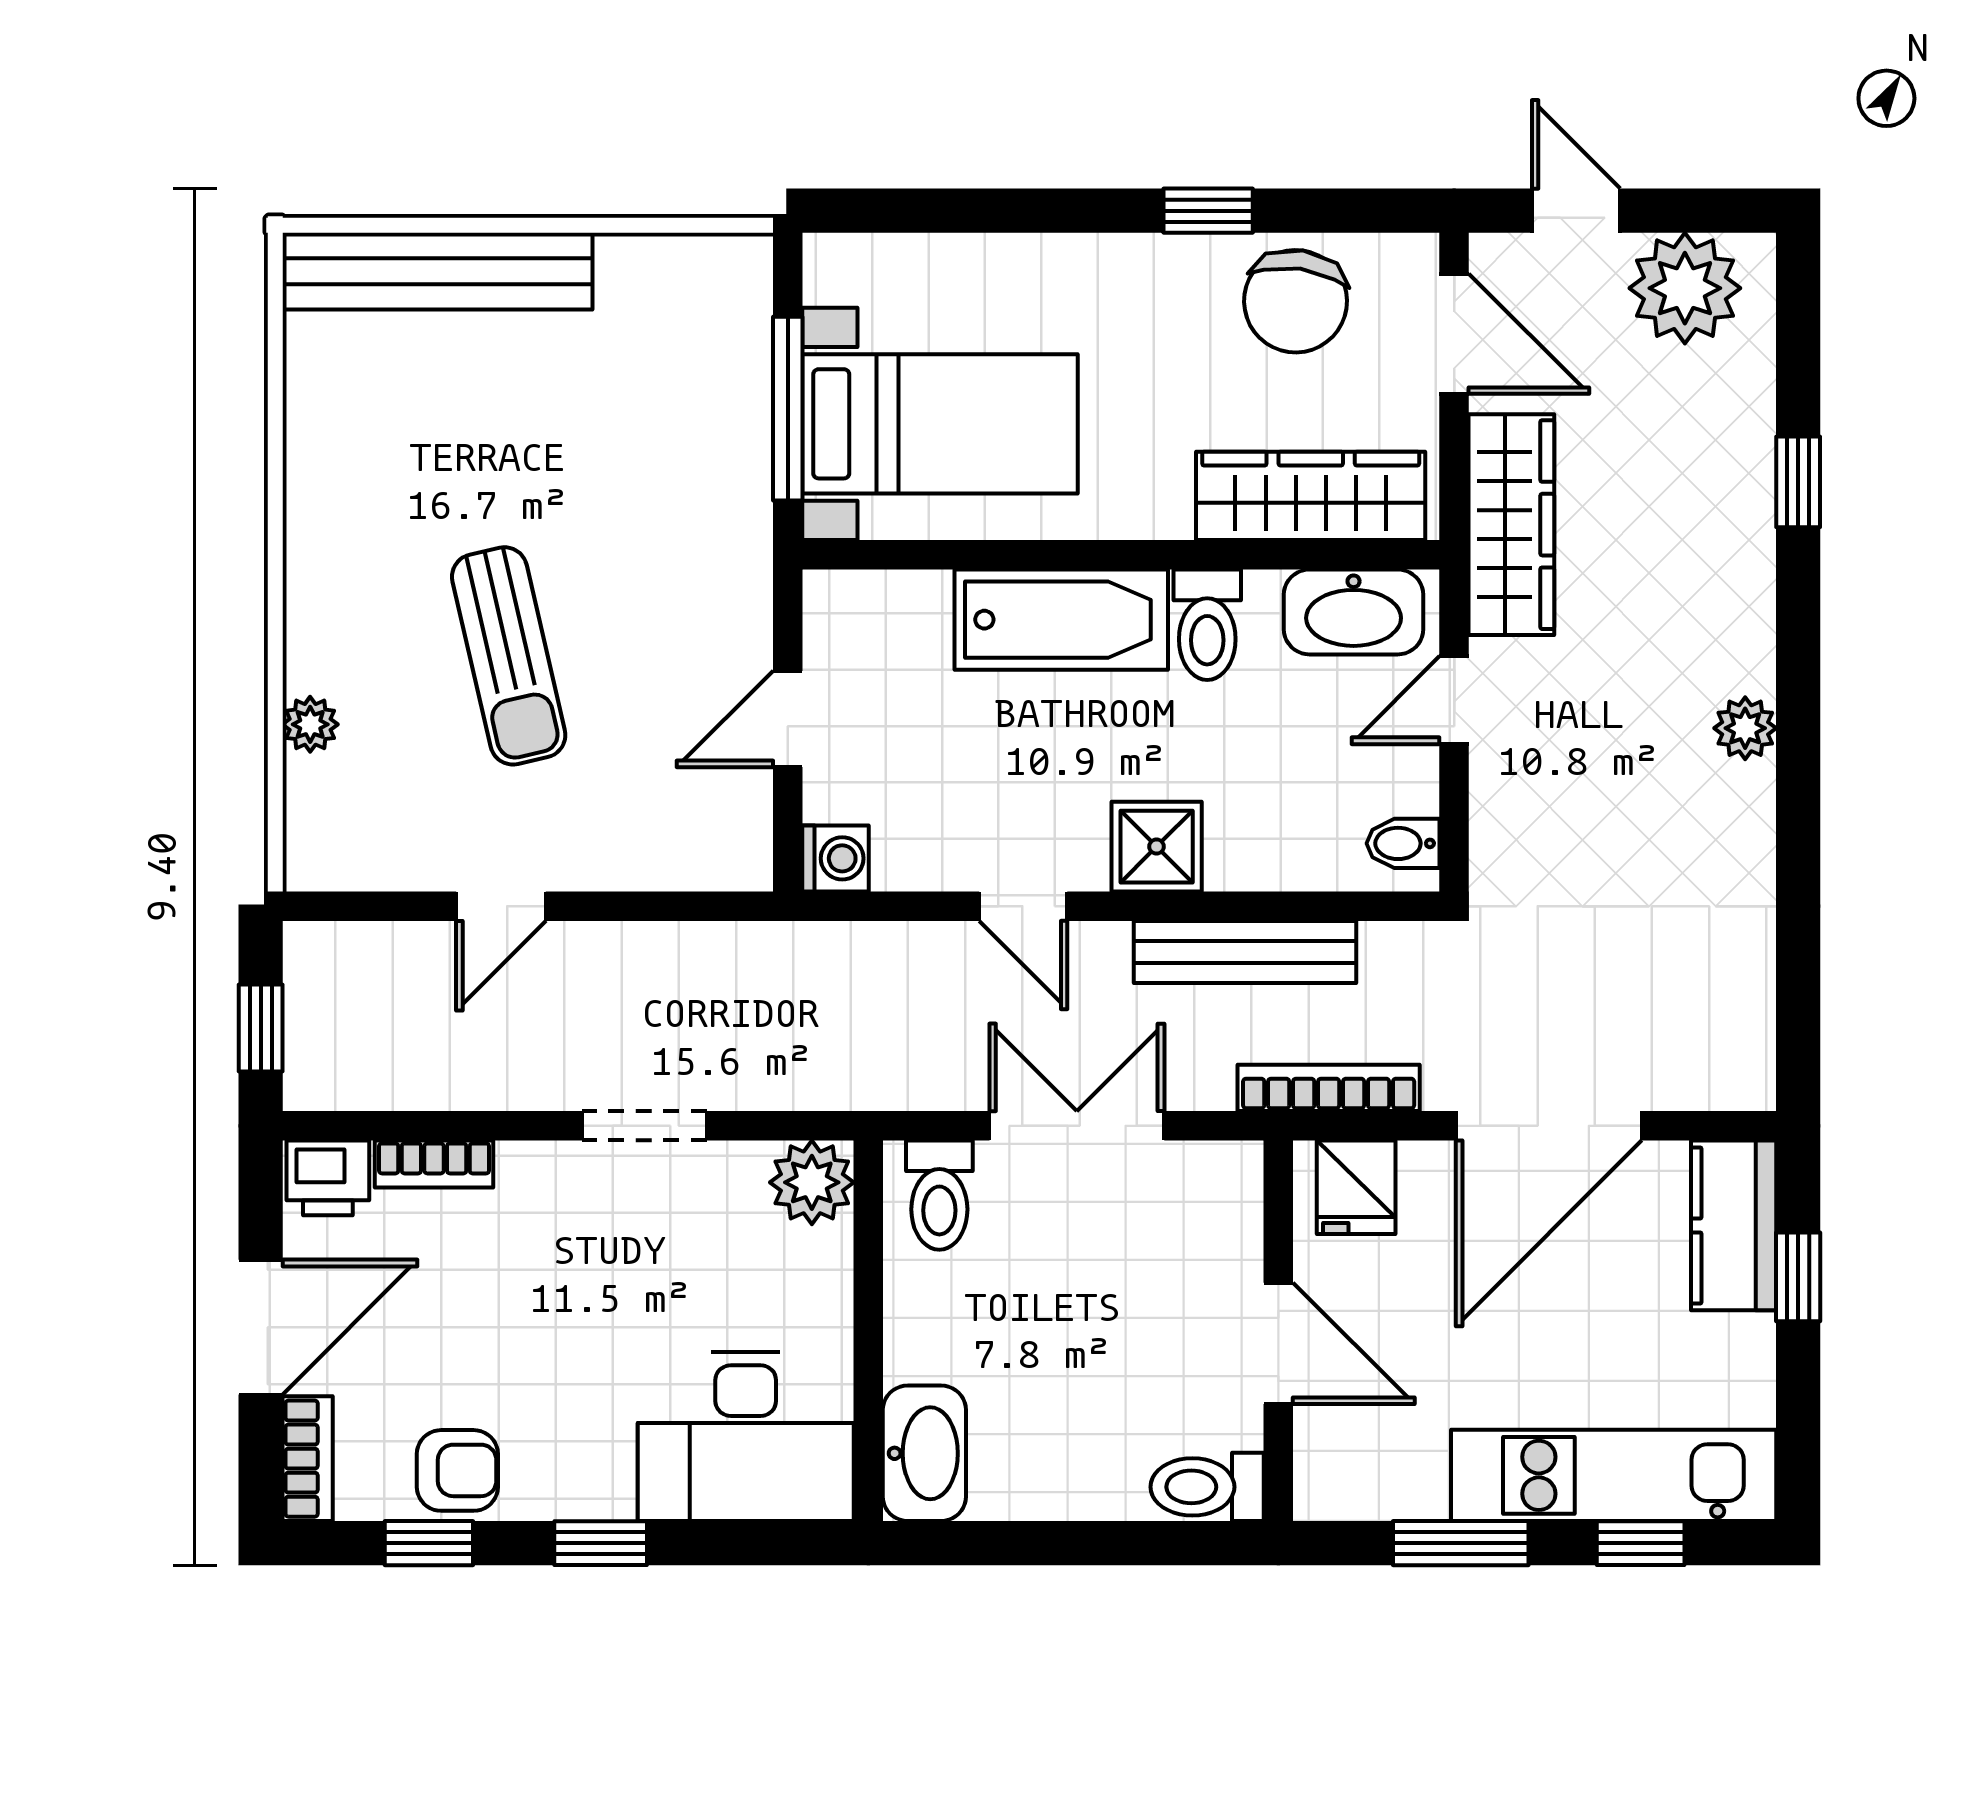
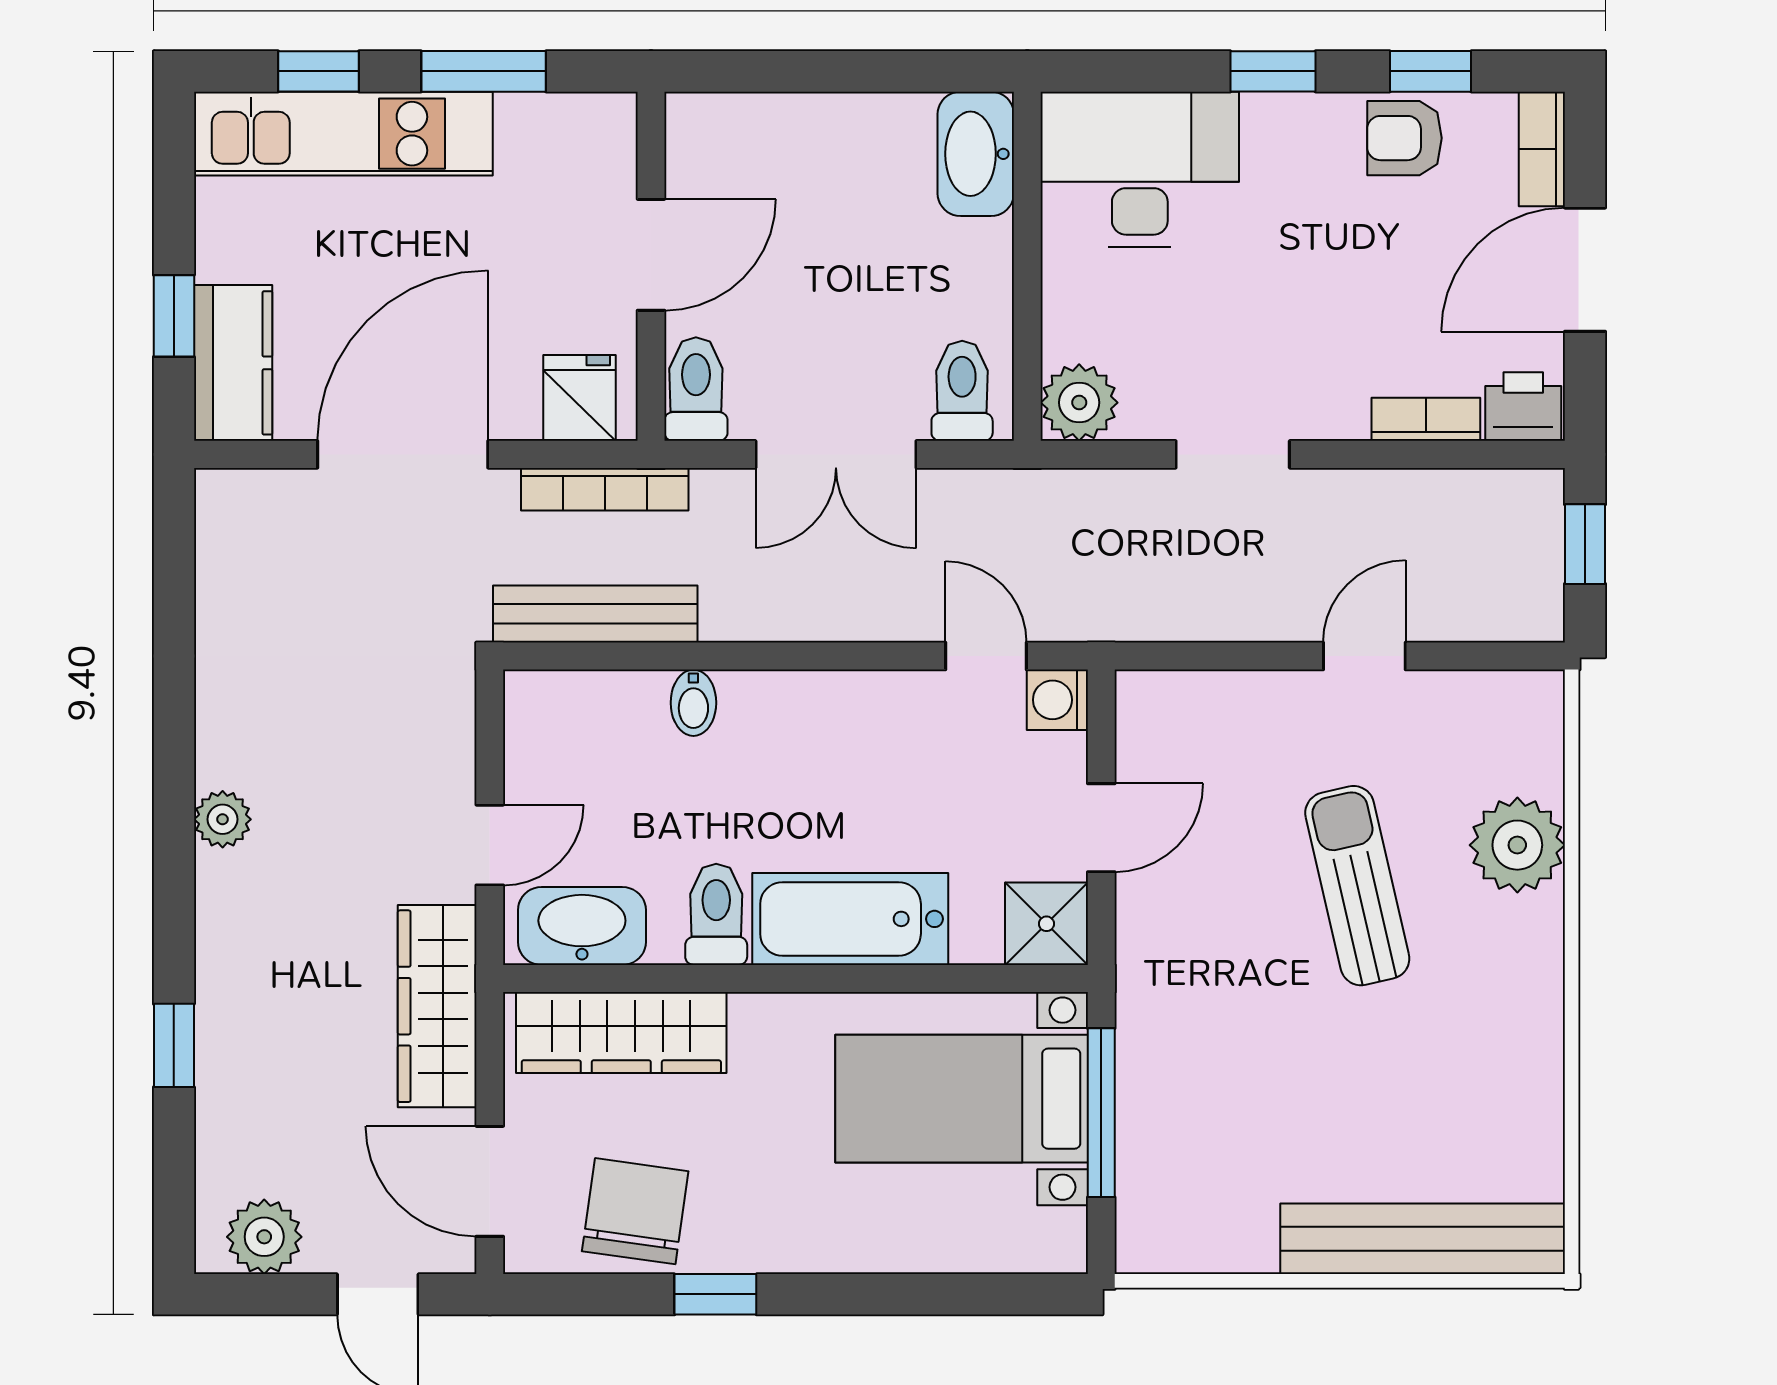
plant: (1685, 288) -> (264, 1237), width x0.73, depth x0.73
plant: (310, 724) -> (1517, 845), width x1.87, depth x1.87
bidet: (1403, 843) -> (693, 703), moved, turned 90
shower: (1157, 847) -> (1046, 924), moved
door: (1023, 906) -> (986, 656), moved
bench: (1245, 952) -> (595, 614), moved
door: (1278, 1343) -> (651, 255), swing flipped
toilet: (1207, 1487) -> (696, 389), moved, turned -90

